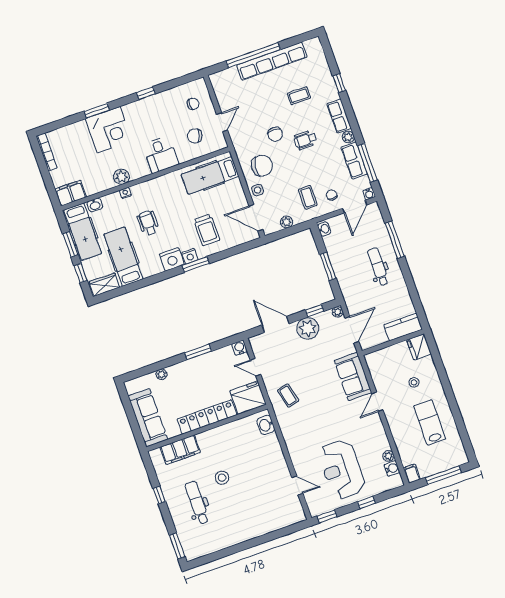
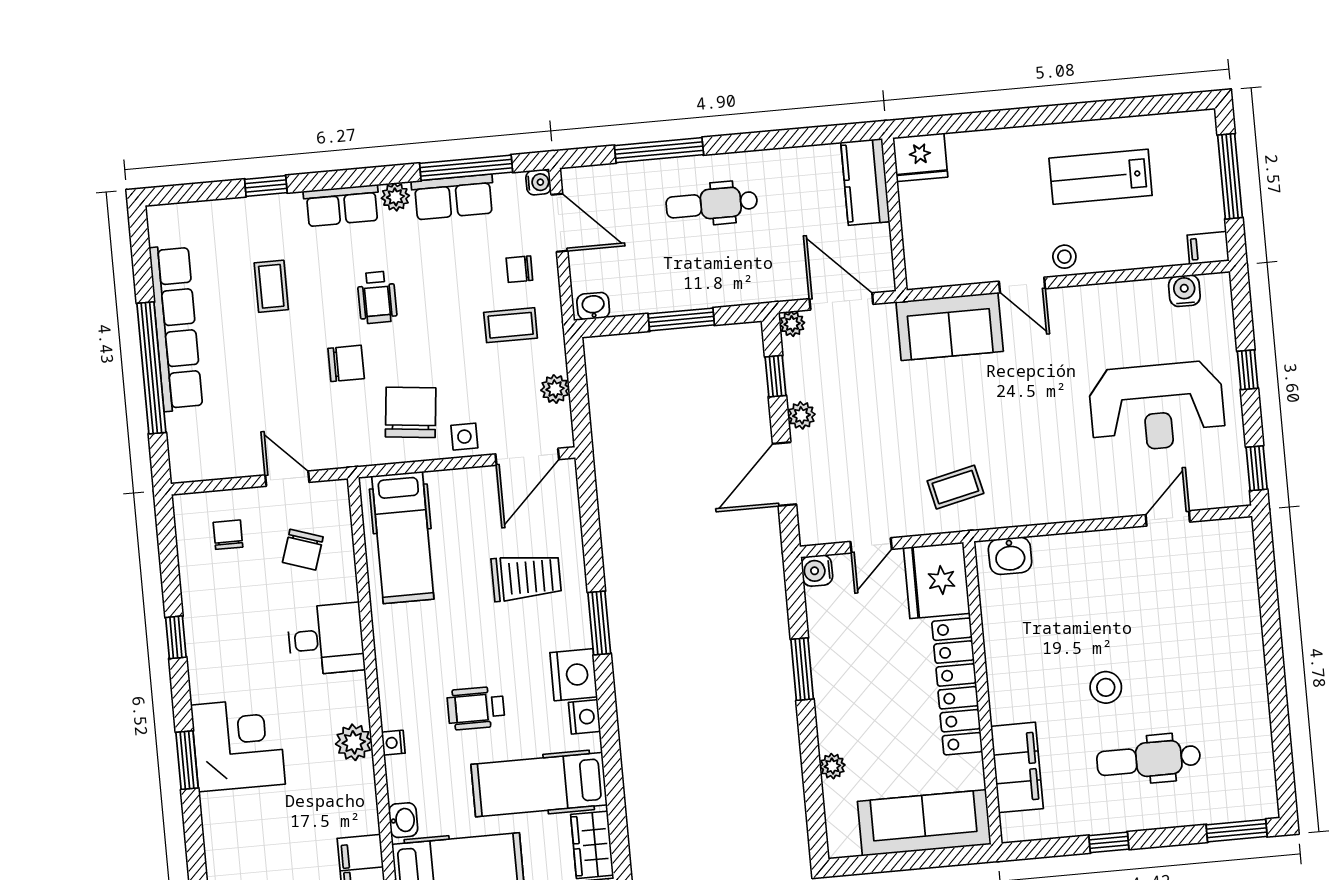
nightstand: (190, 256) -> (585, 717), moved
plant: (308, 328) -> (801, 415), width x0.53, depth x0.53
stool: (414, 382) -> (1064, 257), moved
plant: (388, 456) -> (1153, 291), removed

